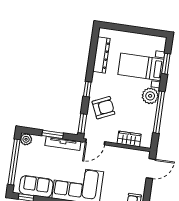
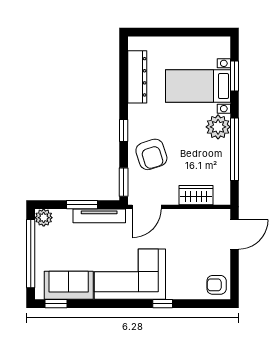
armchair: (103, 108) -> (151, 154), turned 96

